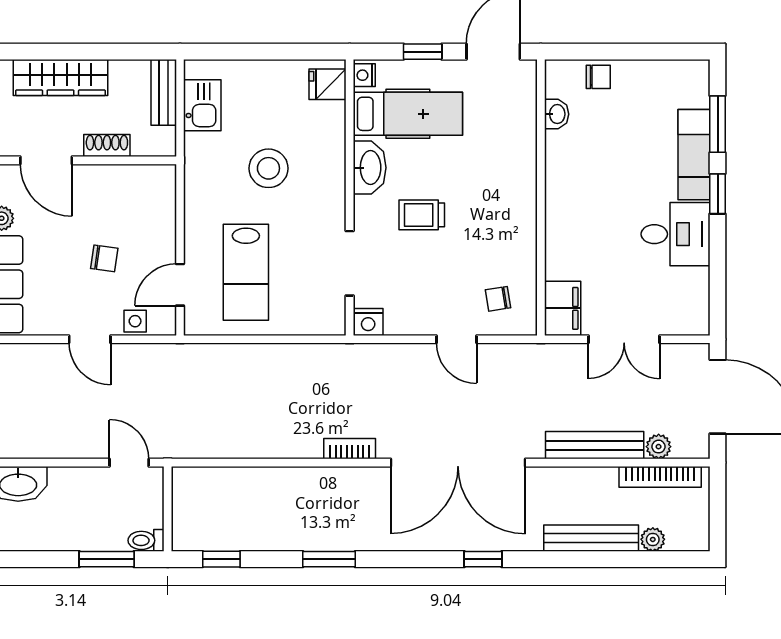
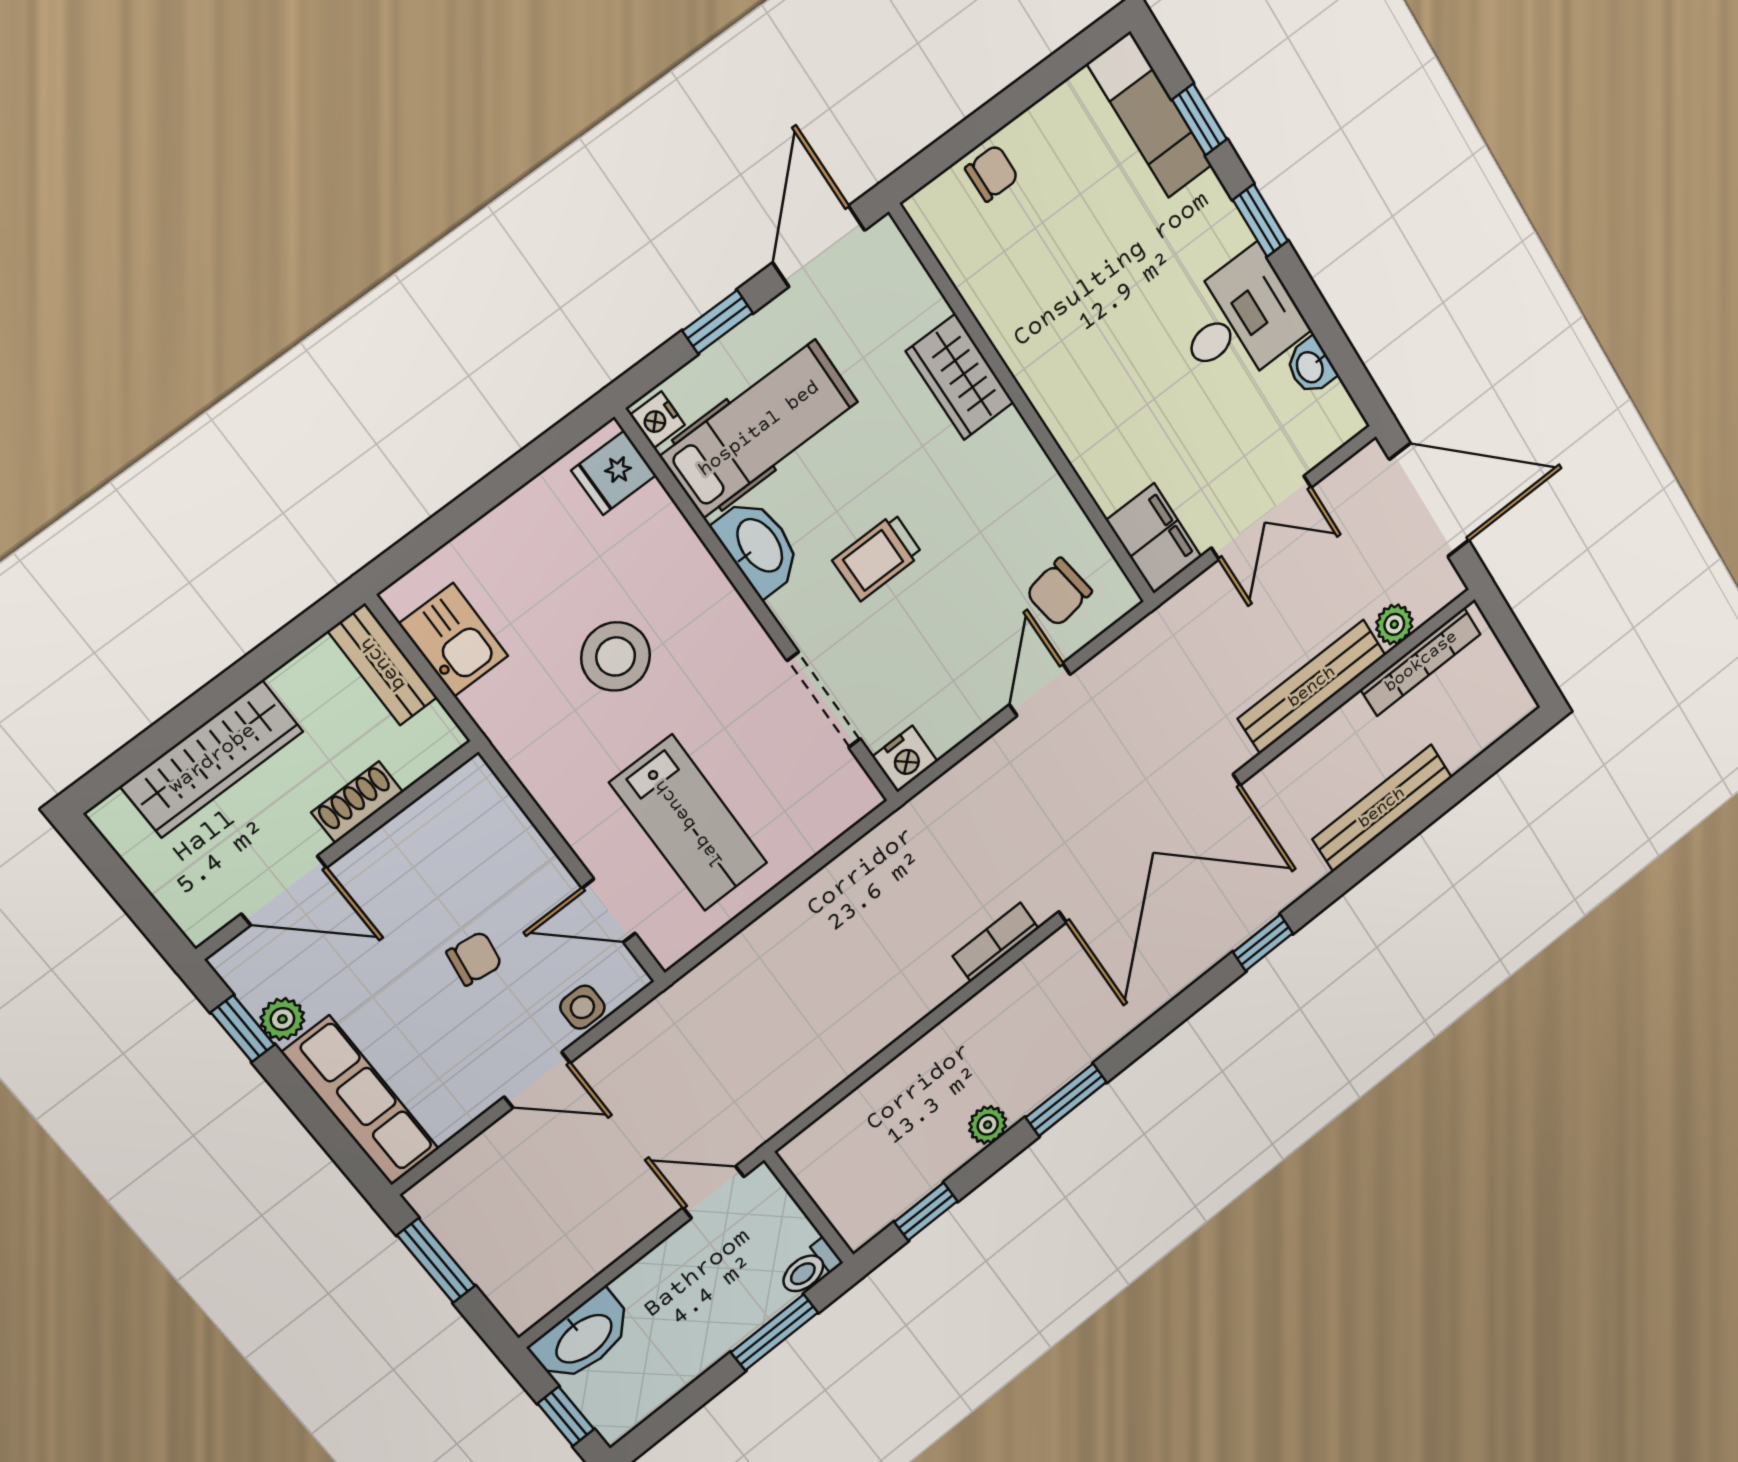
washbasin: (557, 114) -> (1311, 366), moved, turned 180
window: (718, 124) -> (1199, 119), width x0.67
exam couch: (694, 155) -> (1150, 115), moved
wardrobe: (519, 160) -> (960, 377), added
door: (180, 285) -> (609, 911), hinge flipped
chair: (498, 299) -> (1059, 592), width x1.37, depth x1.37
door: (457, 339) -> (1040, 690), swing flipped
plant: (653, 539) -> (988, 1125), moved

